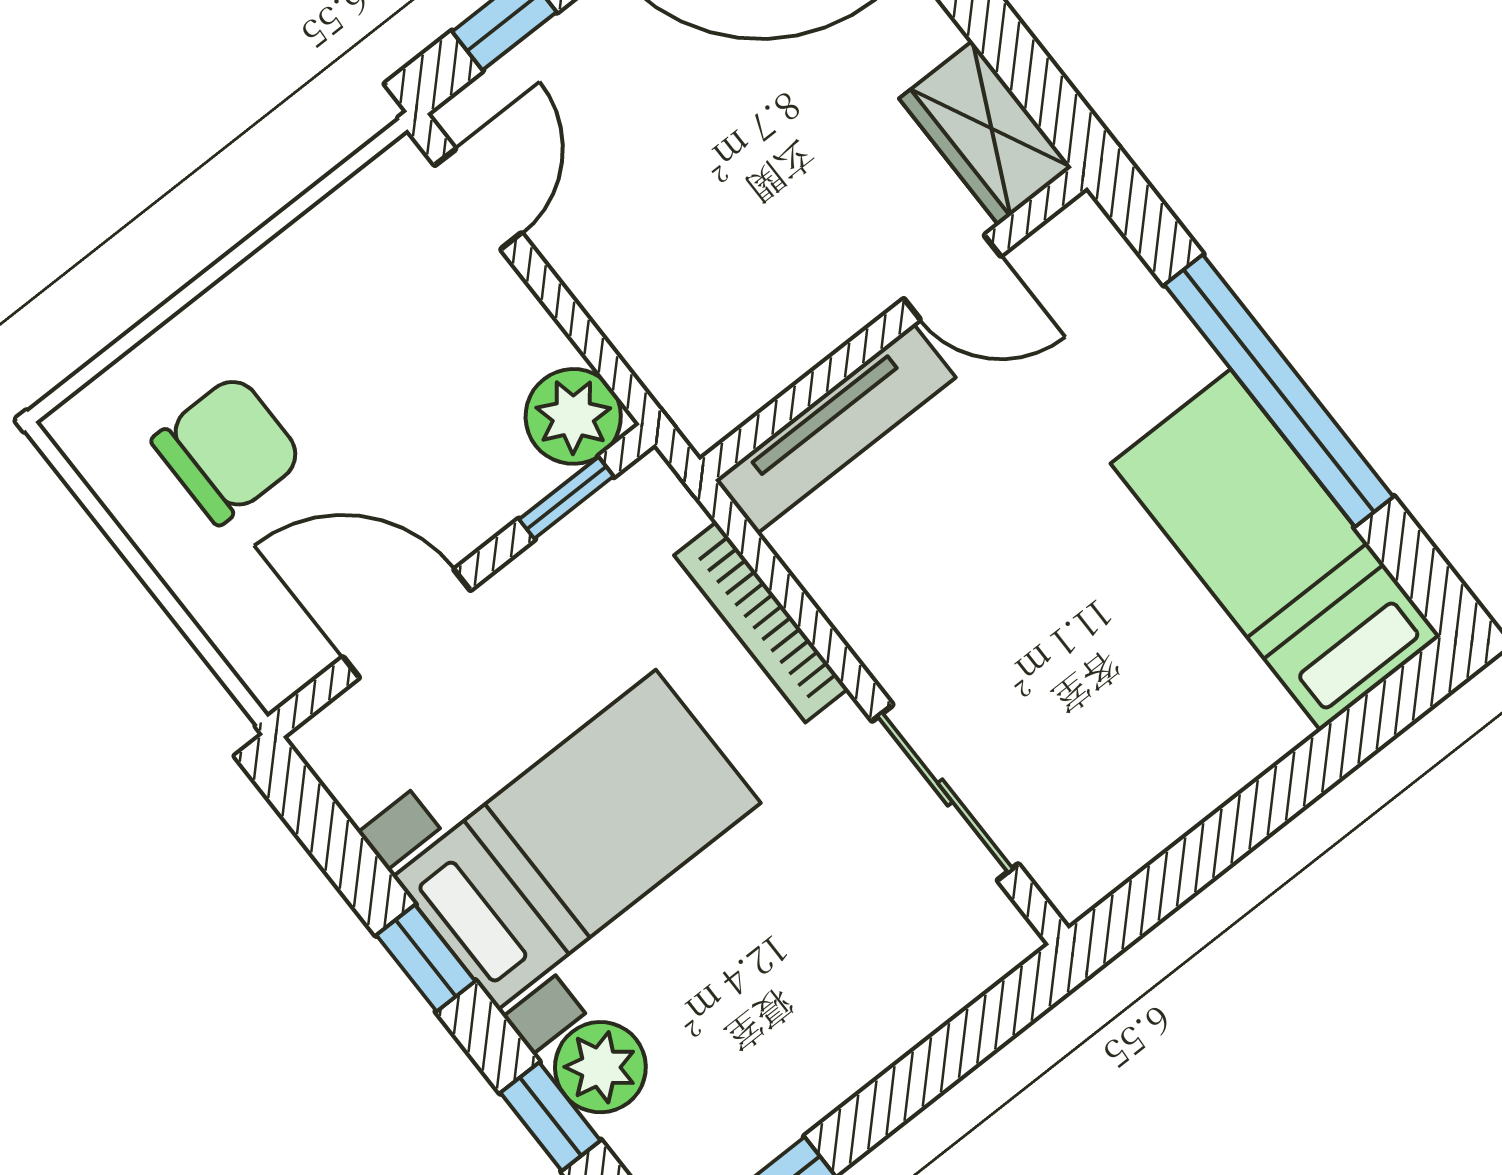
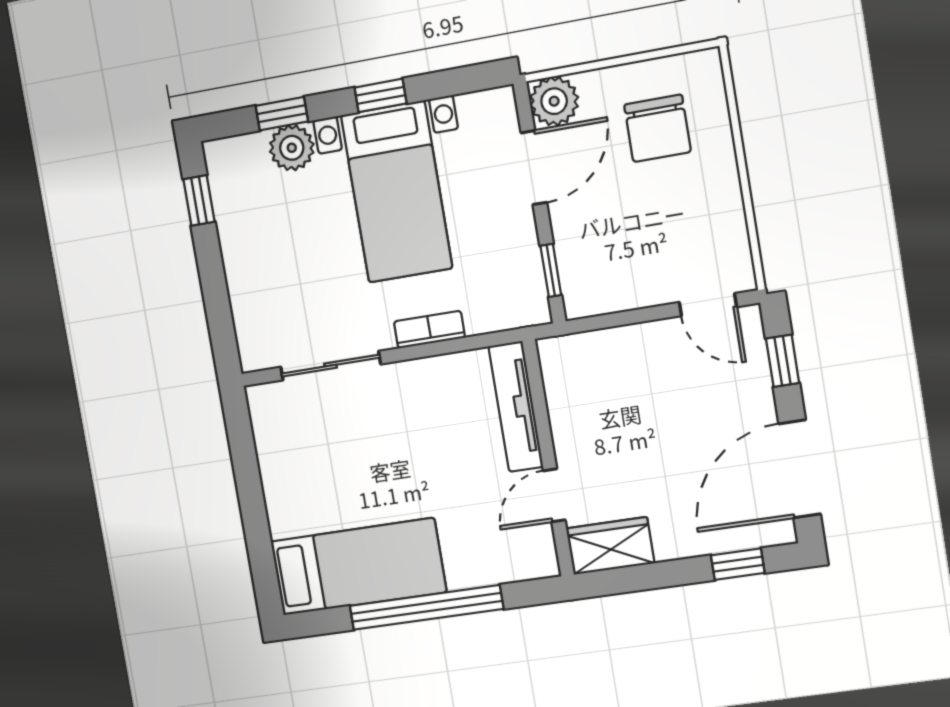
plant: (573, 416) -> (554, 101), moved
bookcase: (761, 622) -> (429, 330), width x0.64

